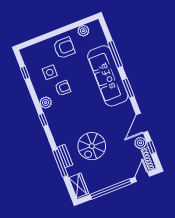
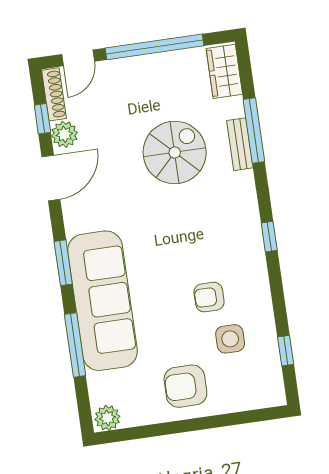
plant: (83, 31) -> (107, 418), moved
plant: (46, 103) -> (255, 274), removed

